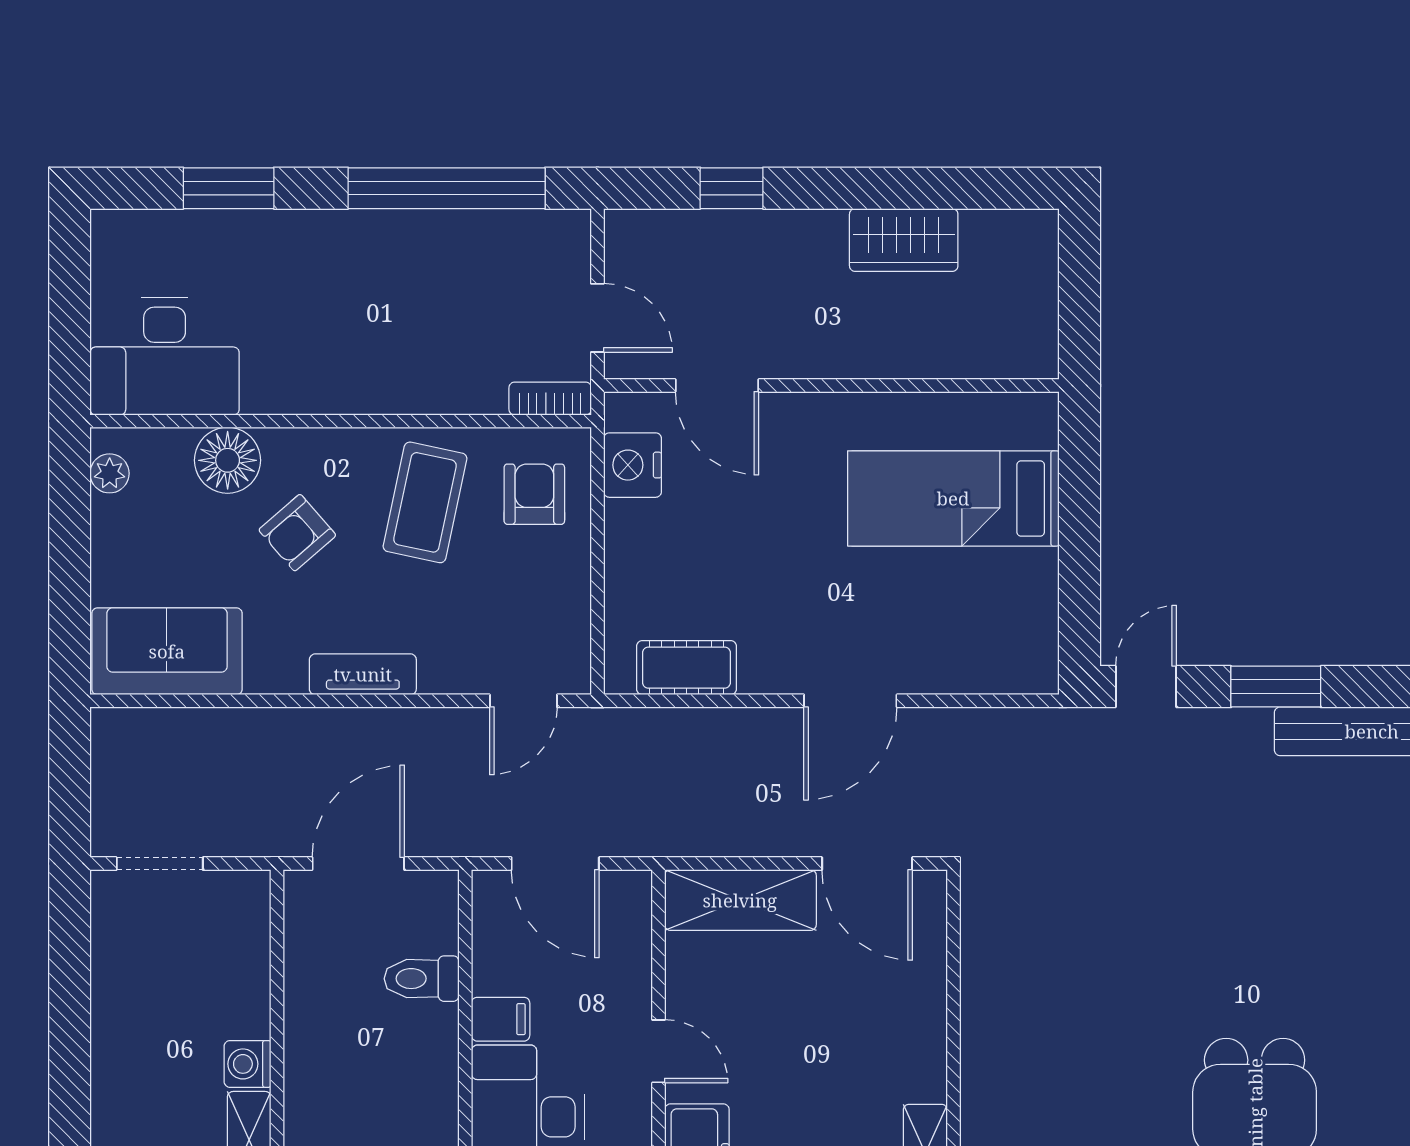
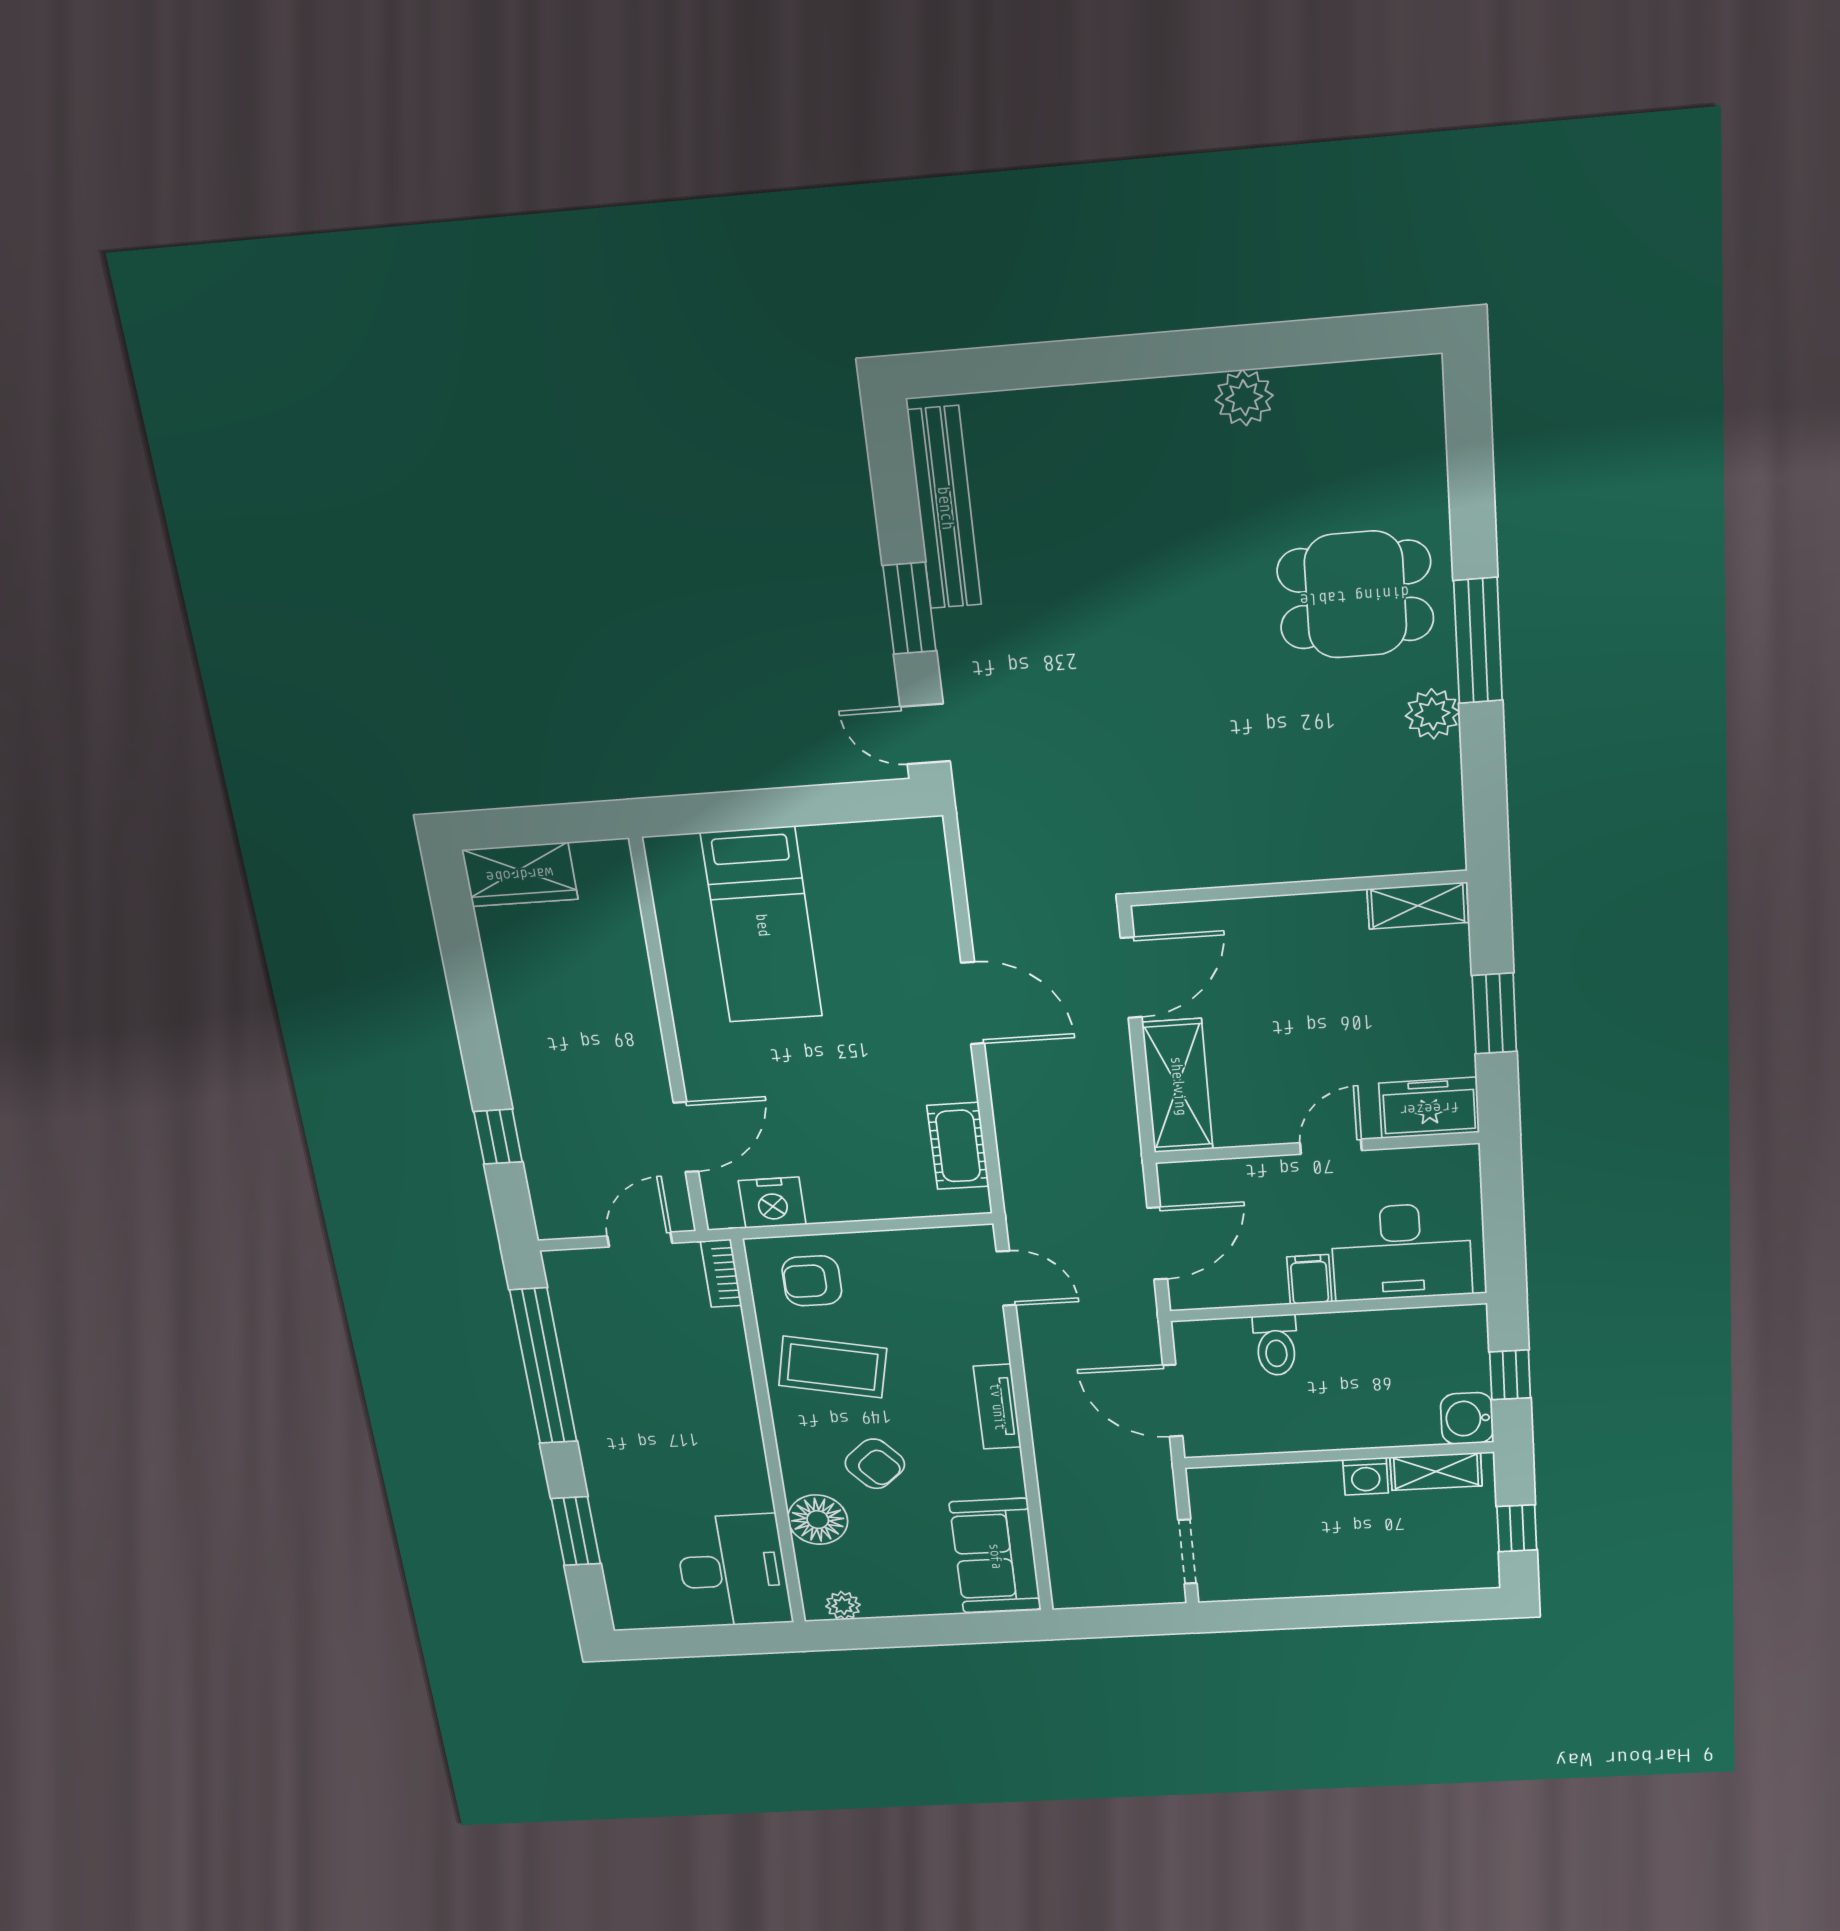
wardrobe: (904, 240) -> (520, 874), moved, turned 90

